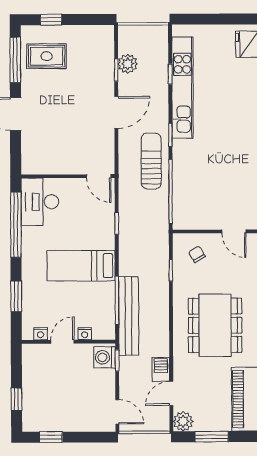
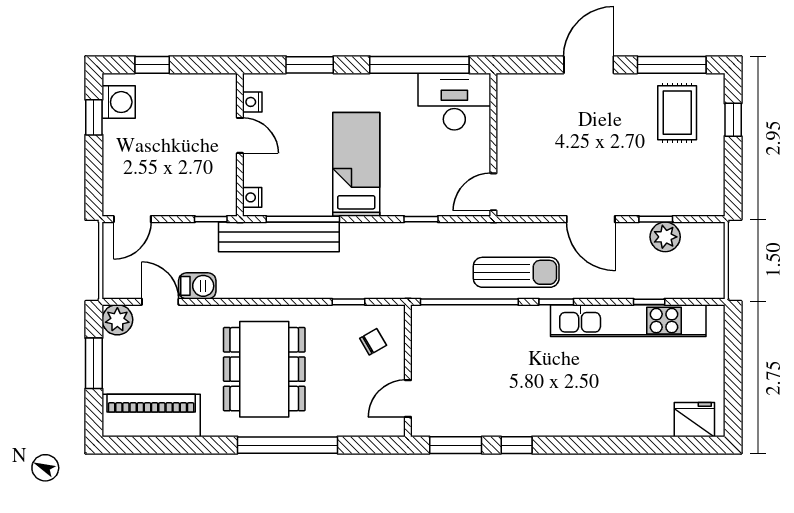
dining table: (215, 325) -> (264, 369), turned 90
nightstand: (85, 334) -> (252, 197), moved
washing machine: (105, 357) -> (119, 102), moved, turned 90

